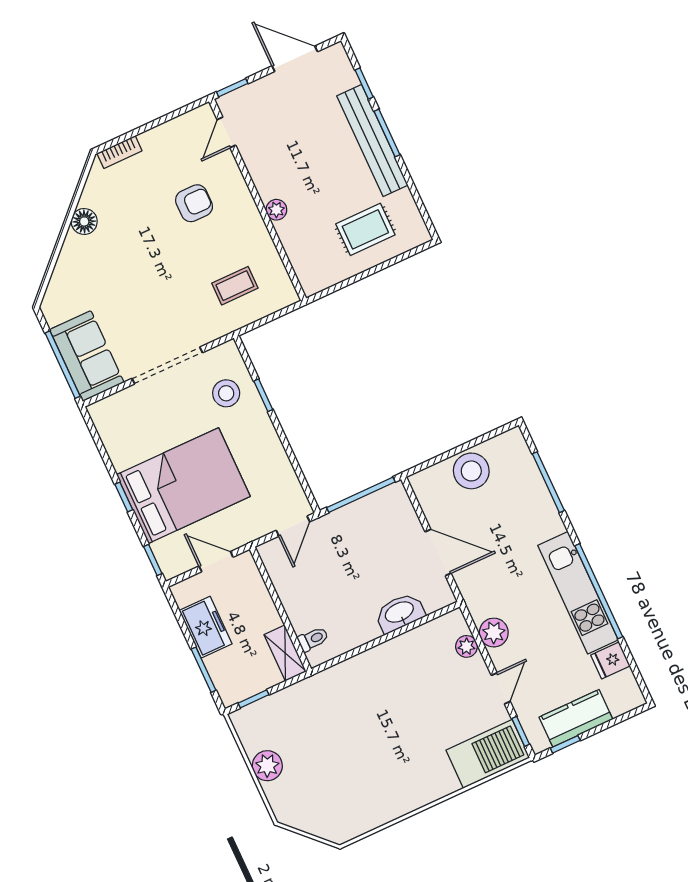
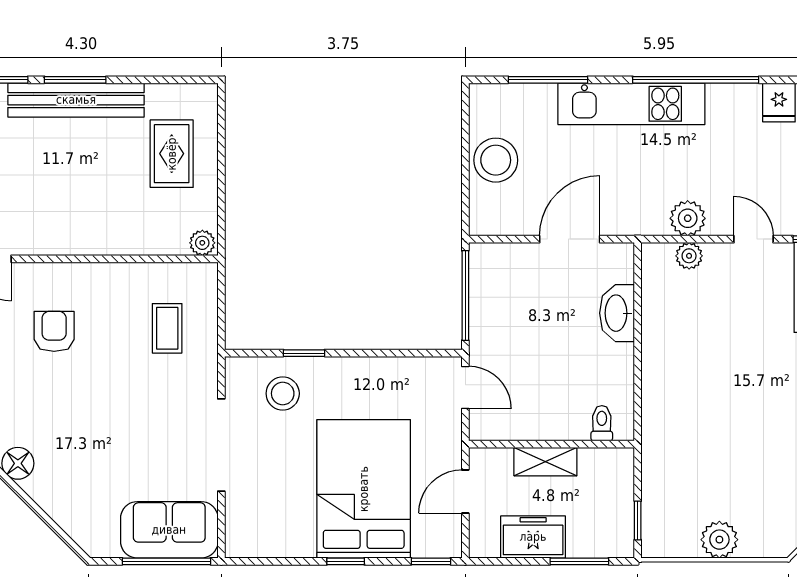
plant: (276, 210) -> (202, 243), moved
kitchen unit: (578, 593) -> (631, 104), moved
shelving: (285, 653) -> (545, 462), moved

